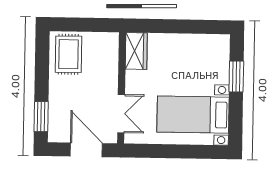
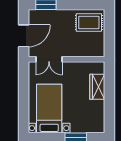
wardrobe: (136, 51) -> (97, 87), moved, turned 90

